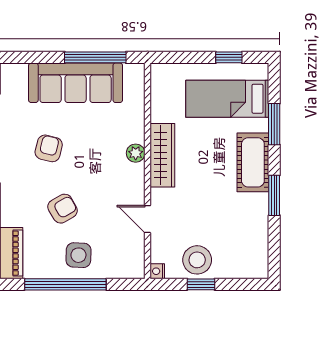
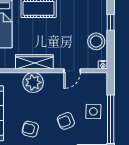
plant: (136, 153) -> (33, 82), width x1.88, depth x1.88
armchair: (63, 209) -> (66, 121), turned -82
window: (201, 284) -> (111, 22), moved

